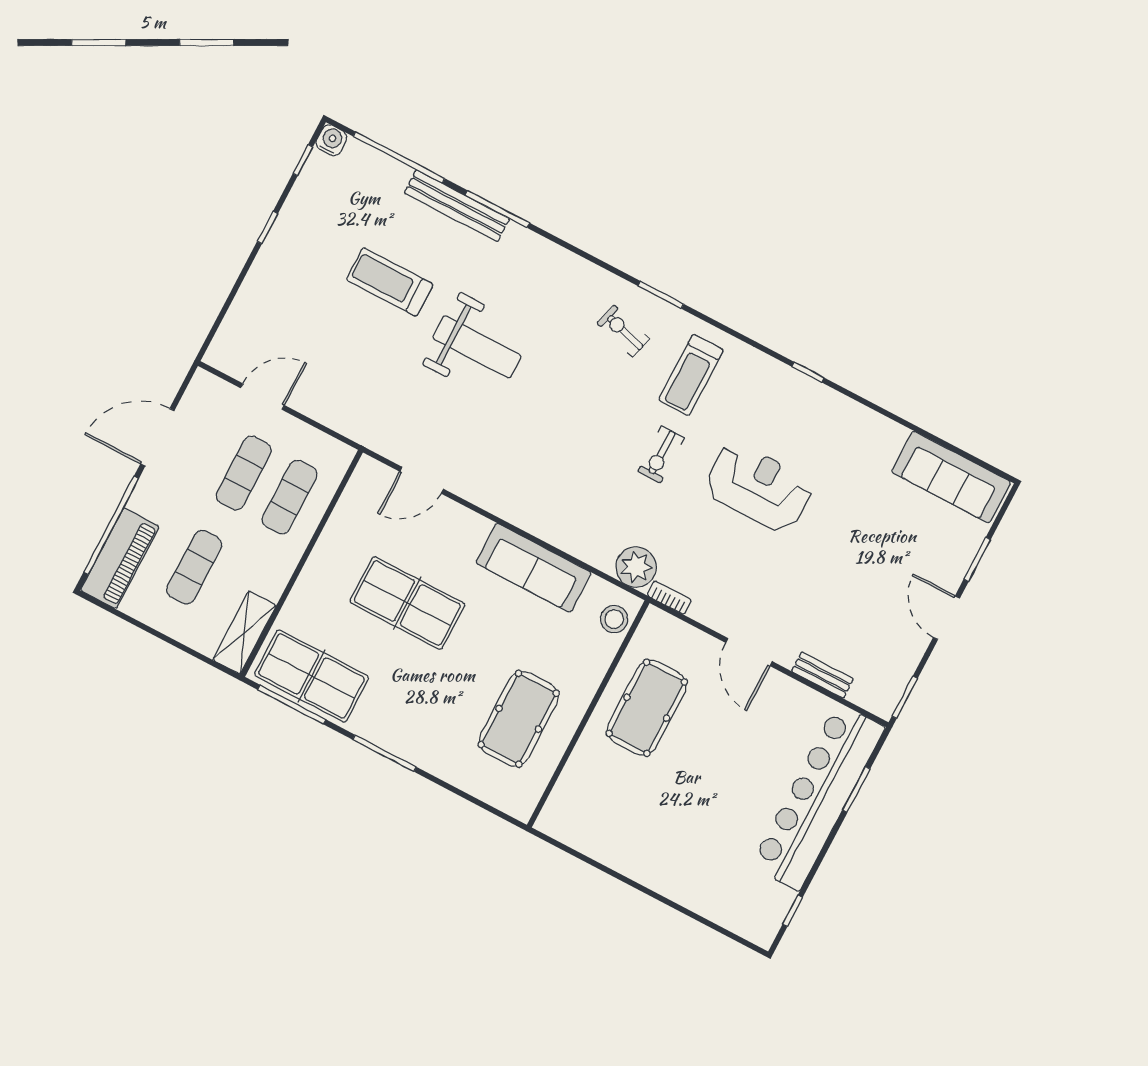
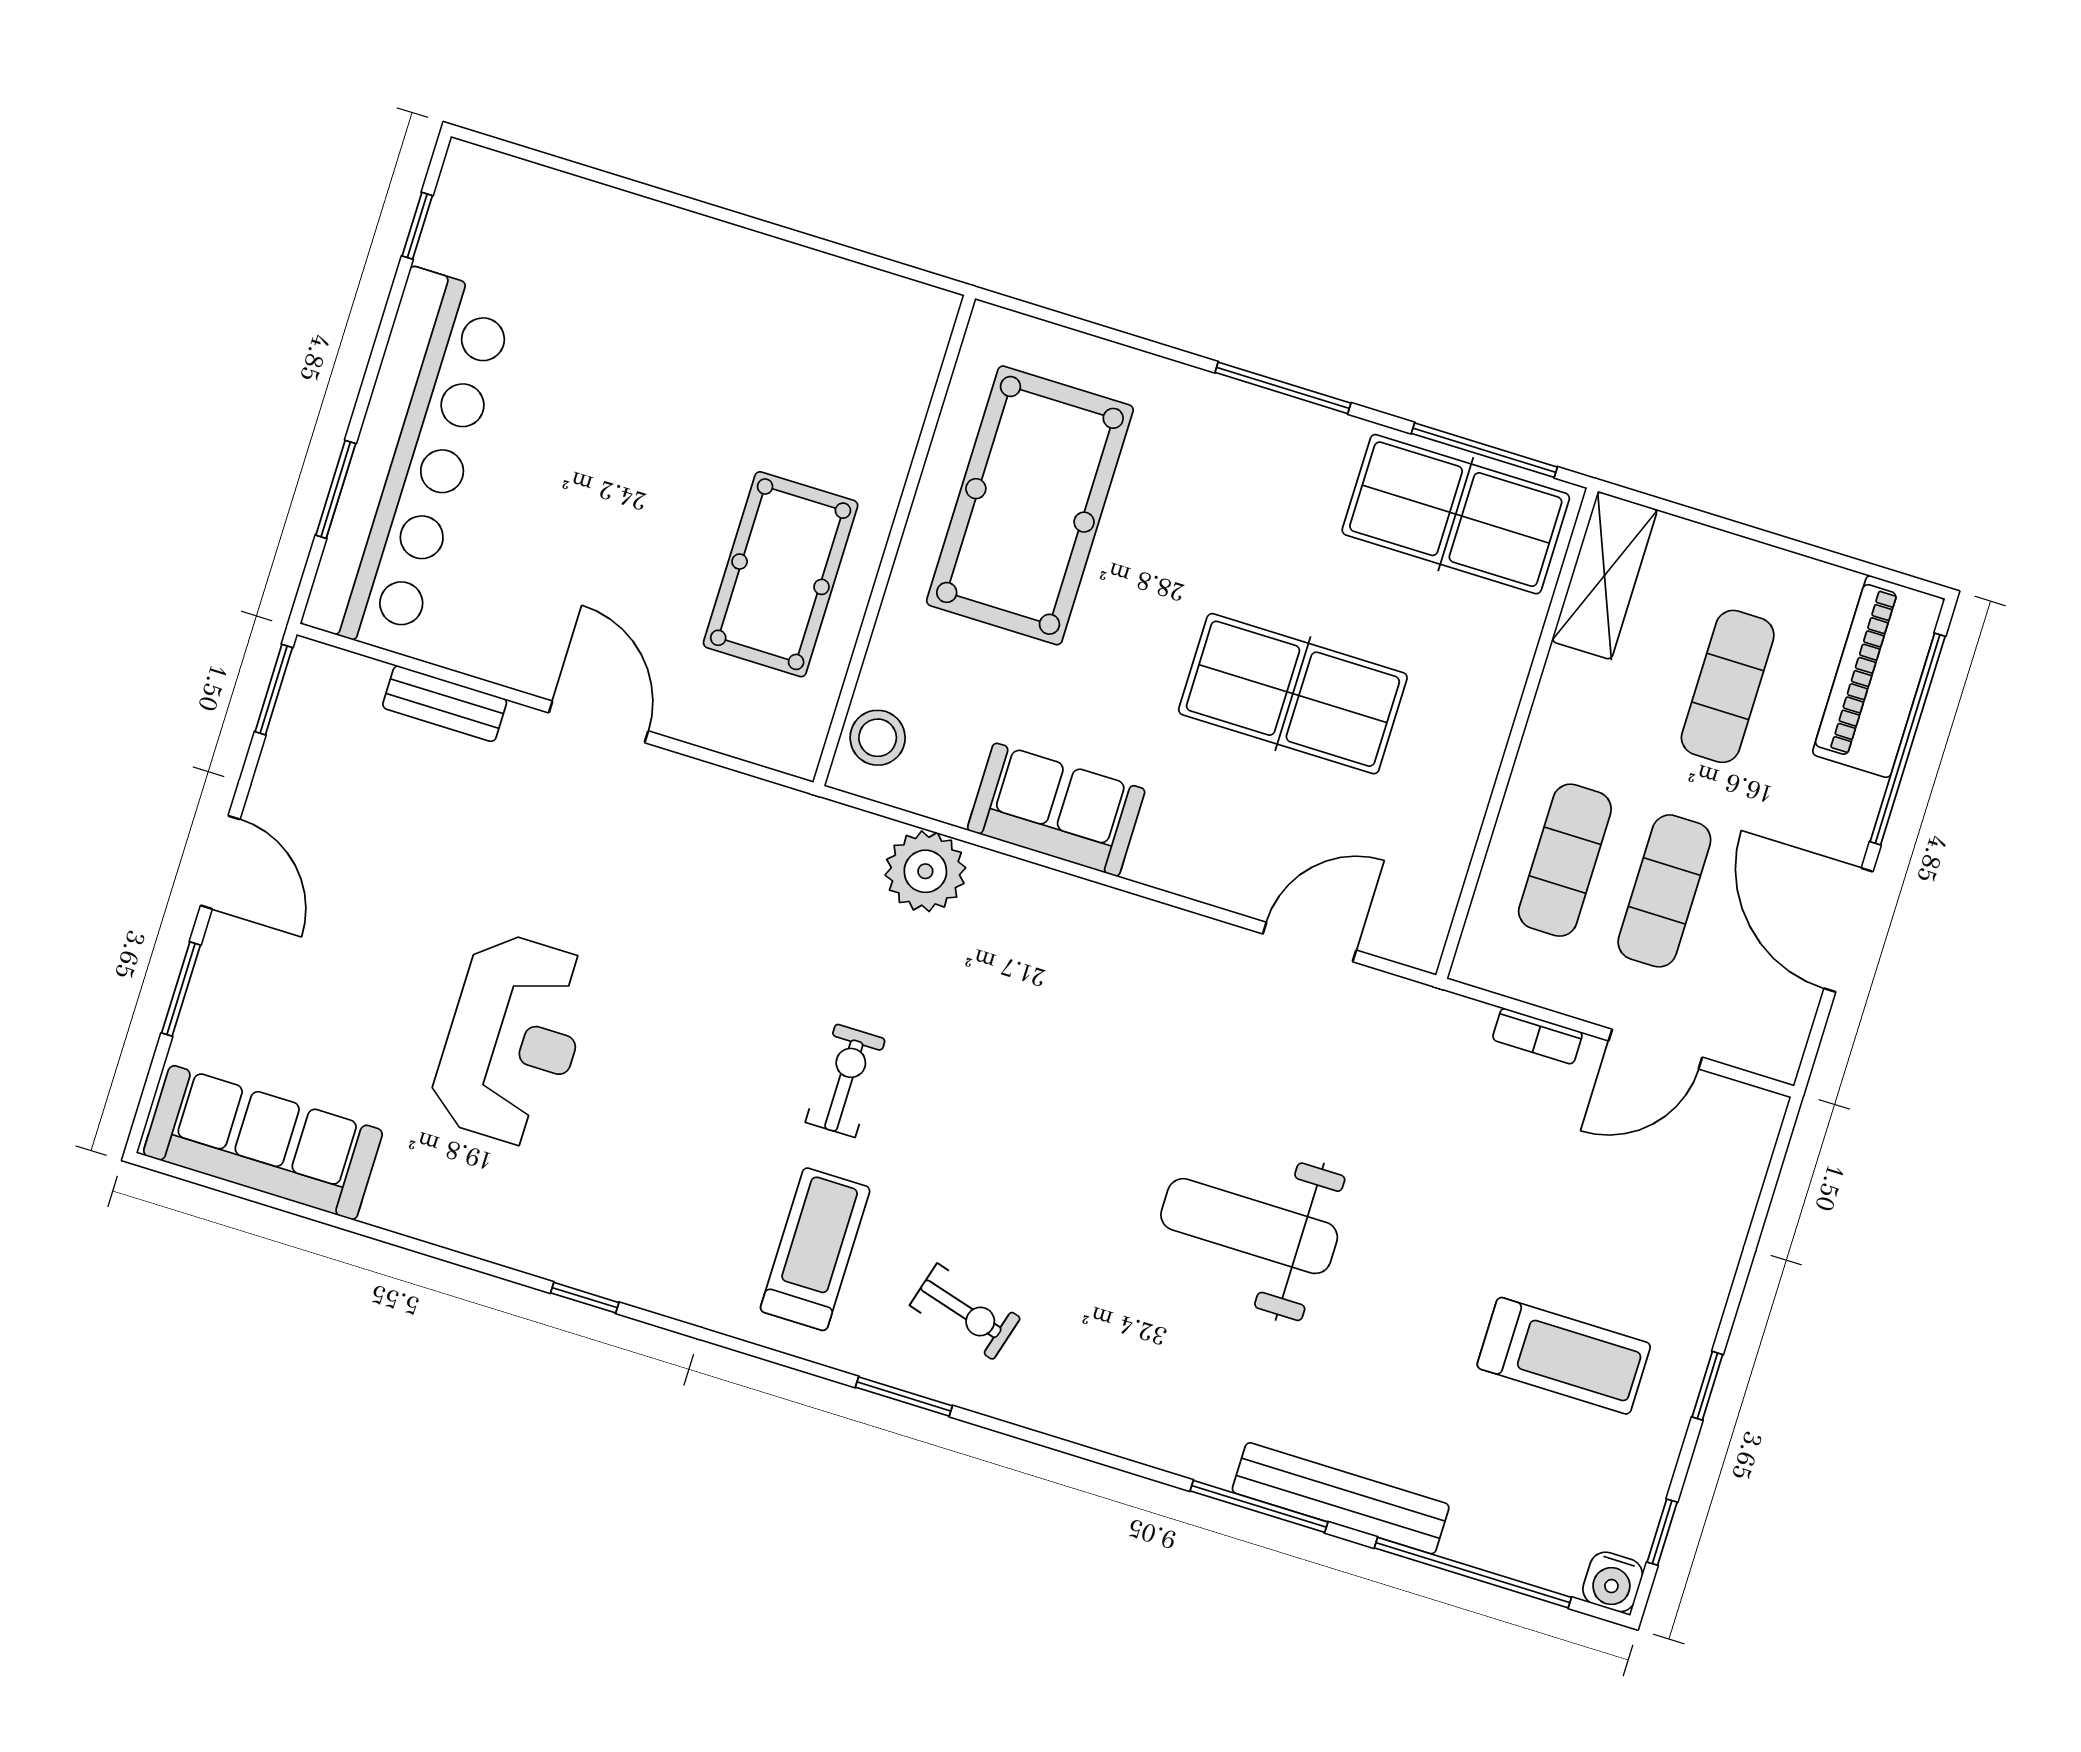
treadmill: (390, 282) -> (1564, 1356), moved
door: (157, 437) -> (1848, 930), swing flipped
reception desk: (759, 487) -> (513, 1040), moved, turned -90
plant: (636, 567) -> (925, 871), moved
sofa: (533, 568) -> (1056, 810), width x0.73
bookcase: (669, 598) -> (1537, 1036), moved
pool table: (519, 719) -> (1030, 505), width x1.36, depth x1.32

